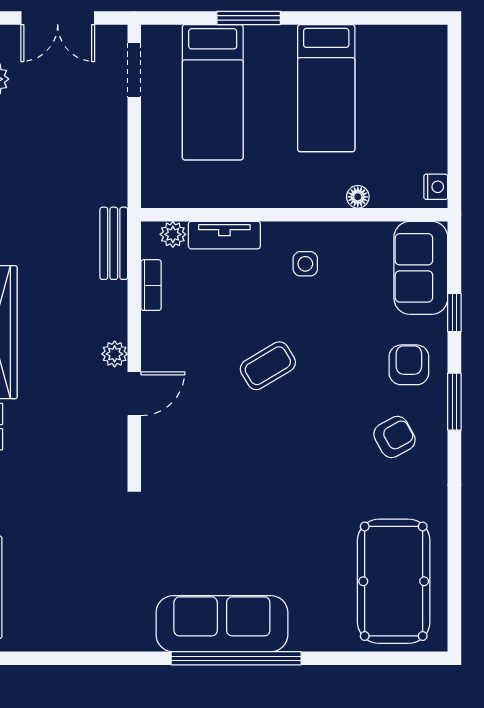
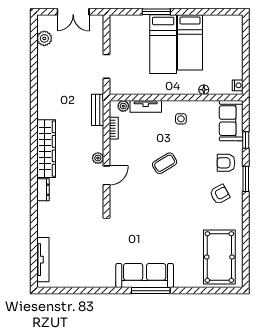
doorway: (134, 70) -> (106, 66), moved
bed: (213, 92) -> (163, 44), moved
armchair: (409, 365) -> (226, 163), turned -90
window: (236, 658) -> (151, 291), width x0.68

